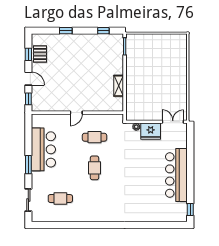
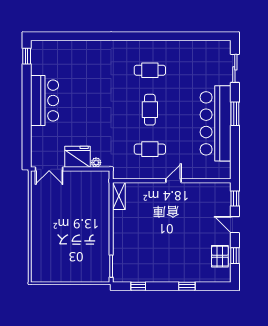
shelving: (119, 86) -> (119, 196), moved
bar counter: (43, 149) -> (216, 123), width x1.36
bar counter: (176, 175) -> (44, 101), width x0.73
cafe table: (60, 199) -> (150, 70), moved

